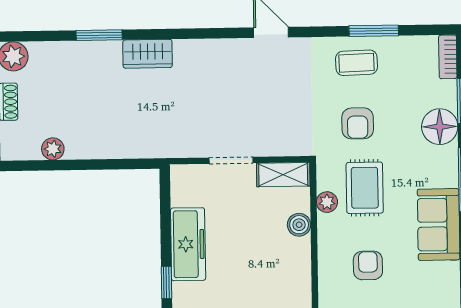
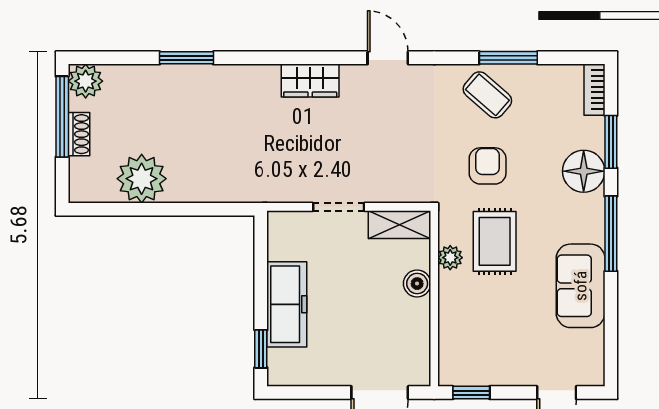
wardrobe: (148, 54) -> (310, 81), moved
coffee table: (356, 63) -> (487, 95), turned 43
armchair: (358, 123) -> (488, 166), turned 180
plant: (53, 149) -> (142, 179), width x1.88, depth x1.88
armchair: (368, 265) -> (497, 332), removed

